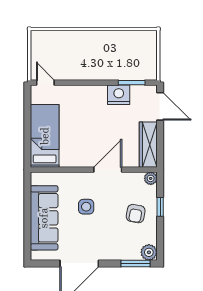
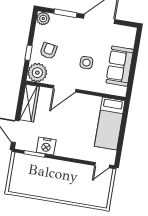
door: (45, 83) -> (102, 165), hinge flipped
plant: (151, 178) -> (37, 73), width x1.88, depth x1.88
sofa: (44, 218) -> (120, 66), width x0.73
window: (136, 264) -> (65, 13), moved

